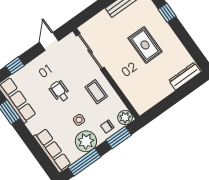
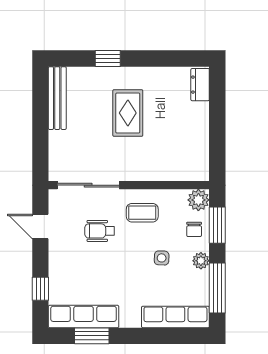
rug: (145, 45) -> (128, 113), turned 90
dresser: (185, 76) -> (200, 85), width x0.70
wheelchair: (60, 91) -> (100, 231), moved
plant: (86, 141) -> (201, 261), width x0.53, depth x0.53

